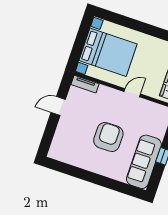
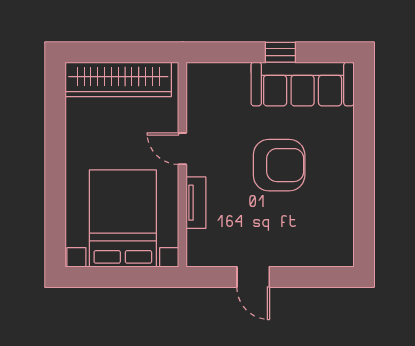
tv unit: (85, 84) -> (196, 203), moved
armchair: (108, 137) -> (279, 165), turned 180

